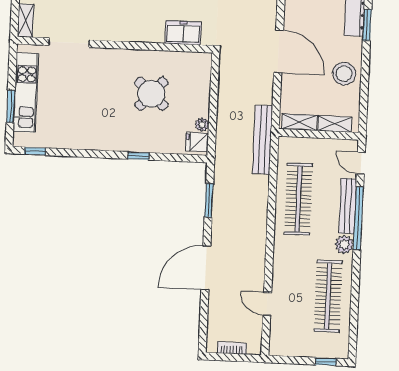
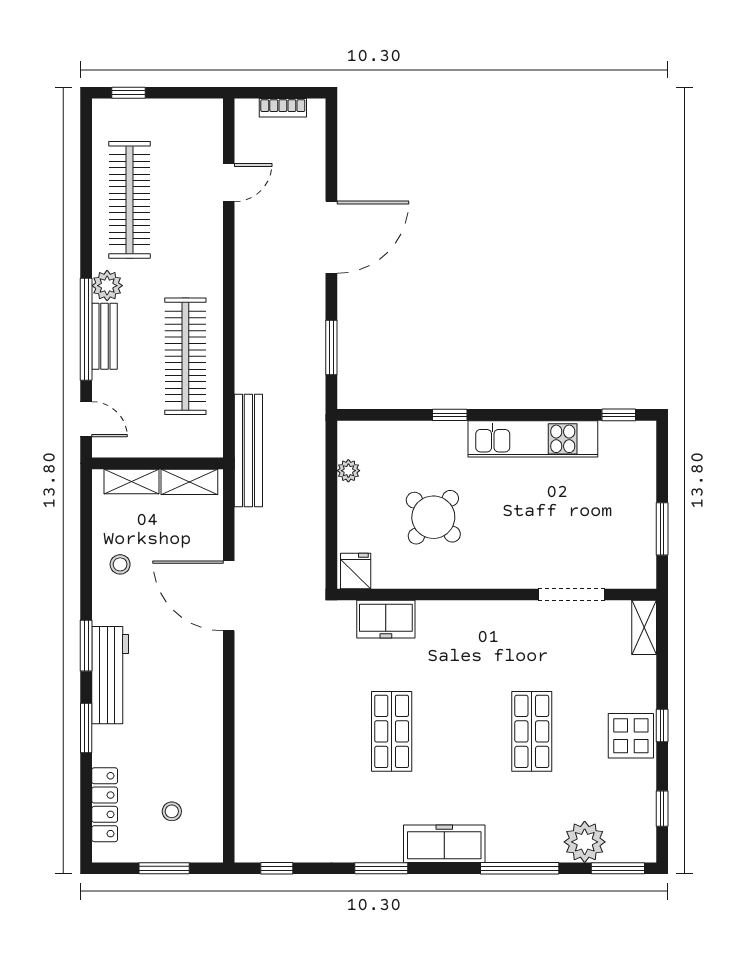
stool: (344, 74) -> (120, 564), width x0.53, depth x0.53
kitchen unit: (26, 93) -> (533, 439), moved, turned -90
window: (11, 106) -> (662, 529), moved
fridge: (197, 142) -> (356, 571), moved, turned -90
bench: (348, 206) -> (104, 336), width x0.73
door: (267, 304) -> (229, 183), hinge flipped

